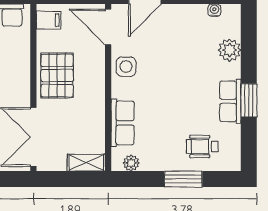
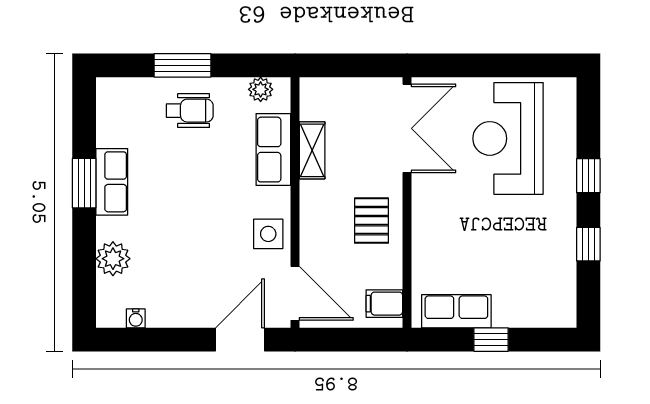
pallet: (57, 76) -> (372, 221), width x0.67, depth x0.71
wheelchair: (202, 146) -> (190, 111), moved
shelving: (86, 163) -> (312, 150), moved, turned 90

